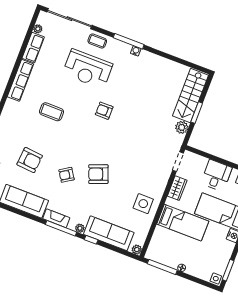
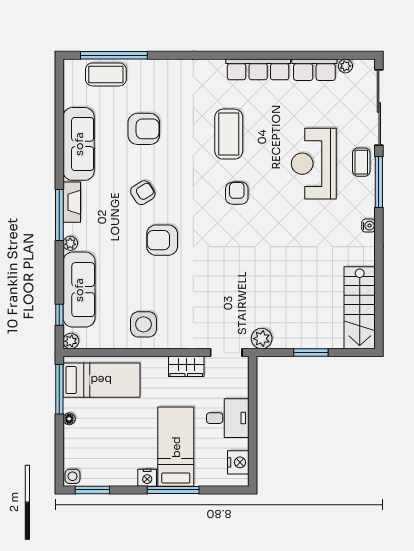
window: (129, 41) -> (379, 182), moved
stairs: (190, 96) -> (360, 308), moved, turned -90
armchair: (104, 111) -> (237, 193), moved
coffee table: (52, 112) -> (229, 134), width x1.36, depth x1.32
plant: (182, 127) -> (262, 339), moved
armchair: (30, 160) -> (144, 129), turned -95
armchair: (98, 174) -> (162, 240), turned -69
armchair: (66, 175) -> (143, 193), turned 91
bed: (183, 223) -> (101, 380), moved, turned -90
window: (91, 240) -> (59, 315), moved

